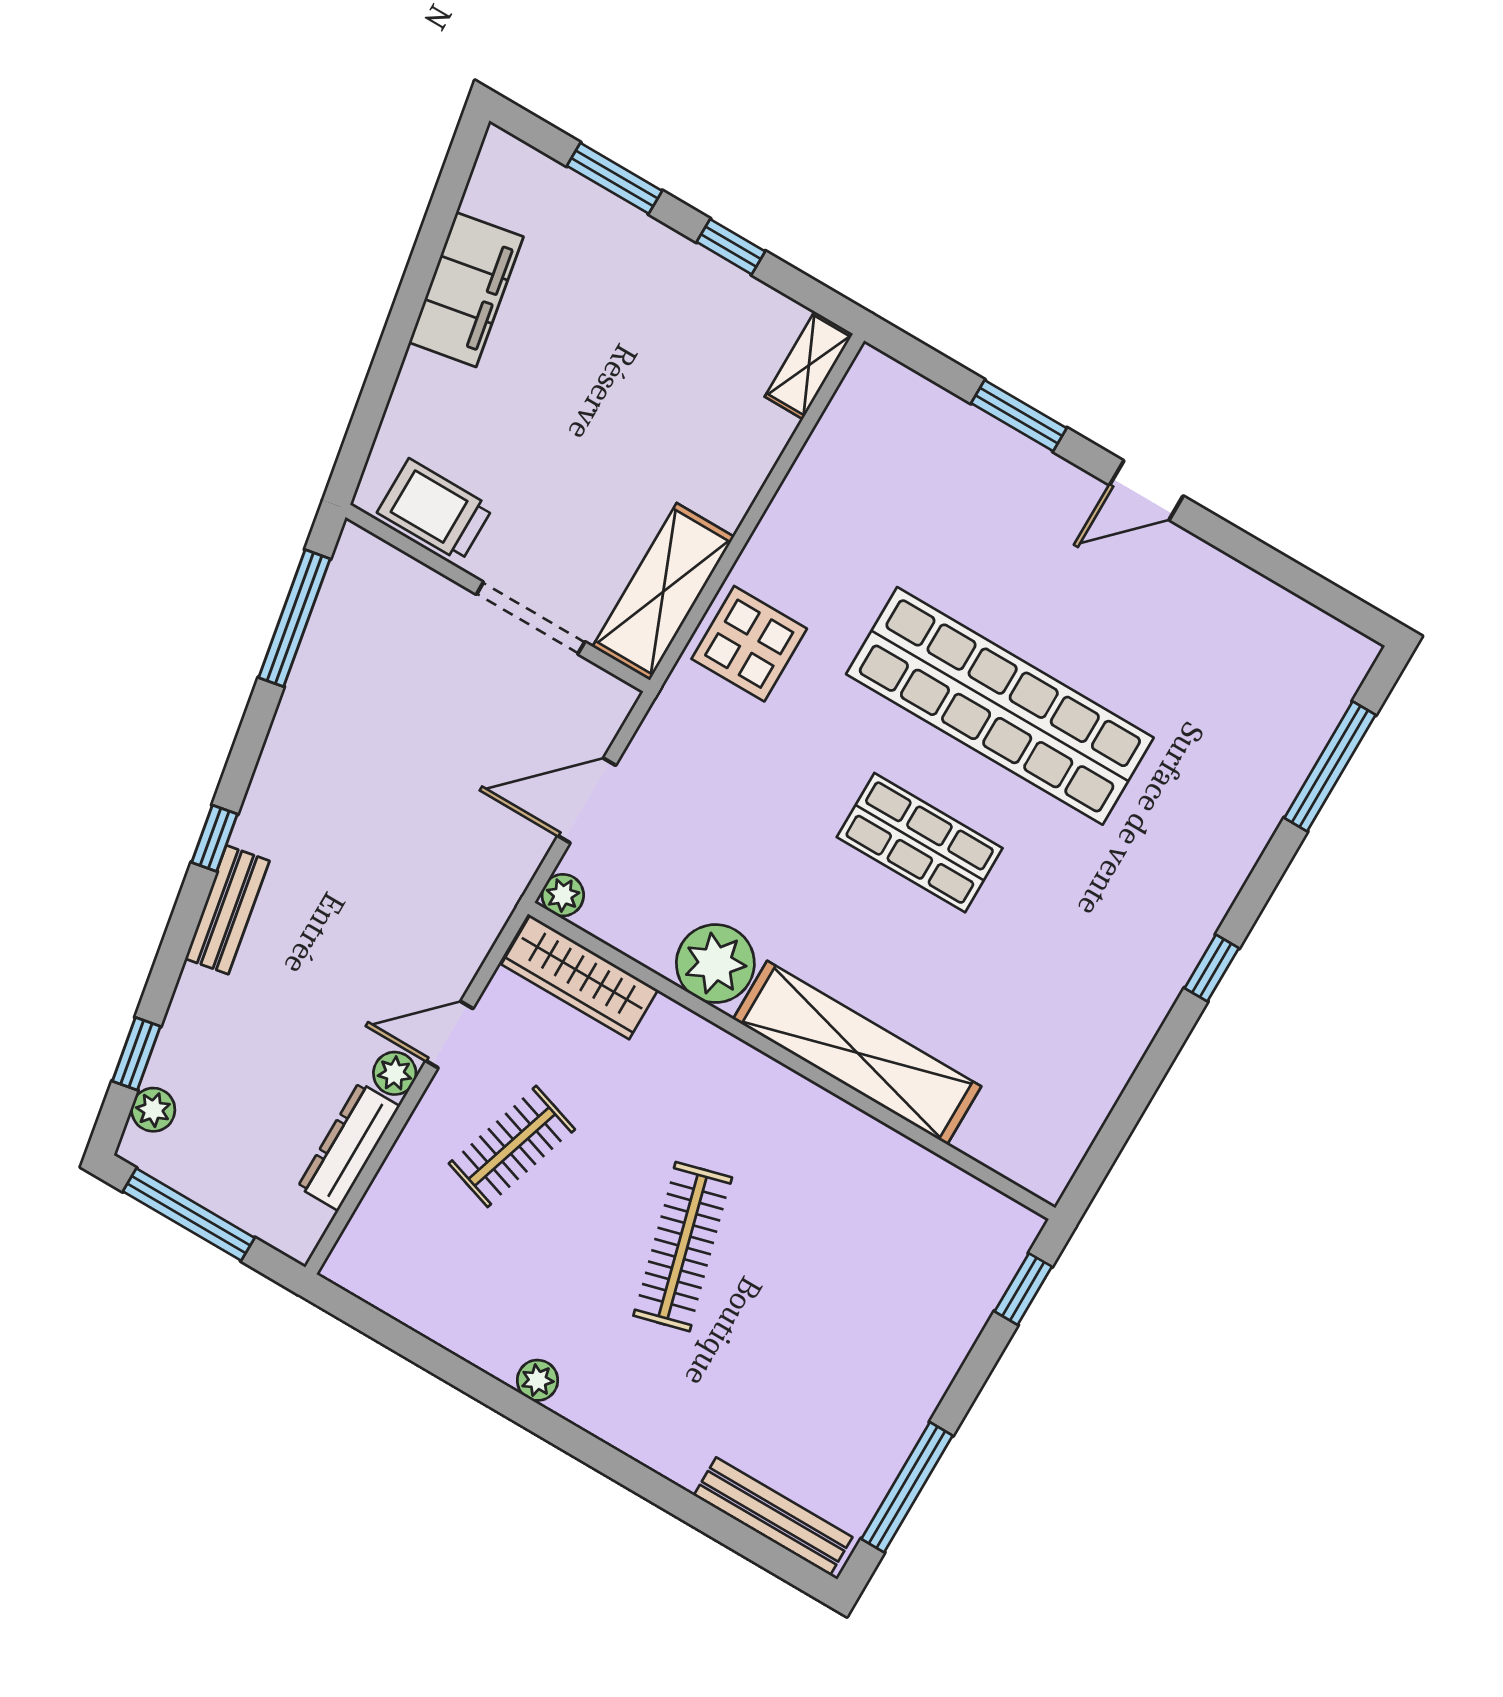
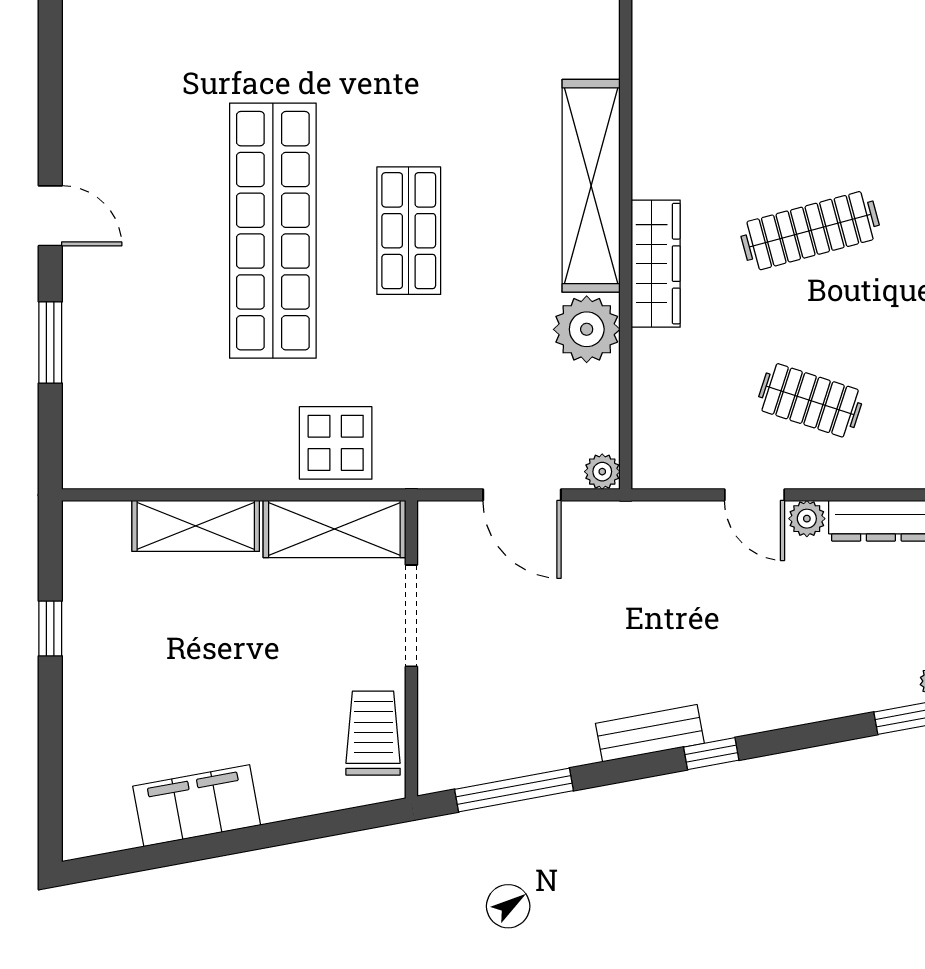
window: (614, 178) -> (50, 744), removed
shelving: (809, 365) -> (196, 526), moved, width x1.50, depth x1.33
trolley: (435, 510) -> (373, 733), turned 180
bench: (227, 910) -> (650, 733), moved
wardrobe: (580, 977) -> (656, 264), moved

